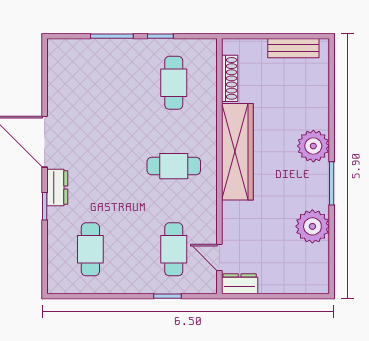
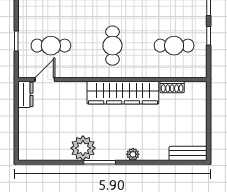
bench: (293, 48) -> (188, 153), moved, turned 90
shoe rack: (230, 78) -> (172, 87), width x0.70
plant: (313, 146) -> (133, 154), width x0.53, depth x0.53
plant: (312, 226) -> (83, 148), moved

